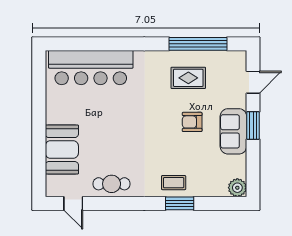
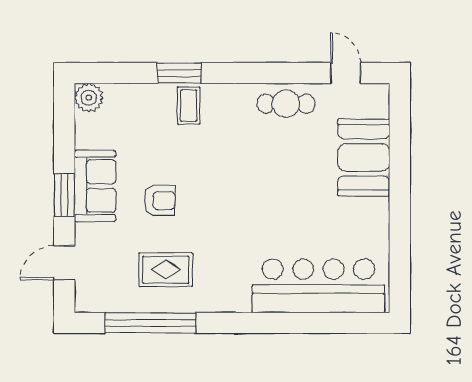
coffee table: (174, 183) -> (189, 106), turned 90

